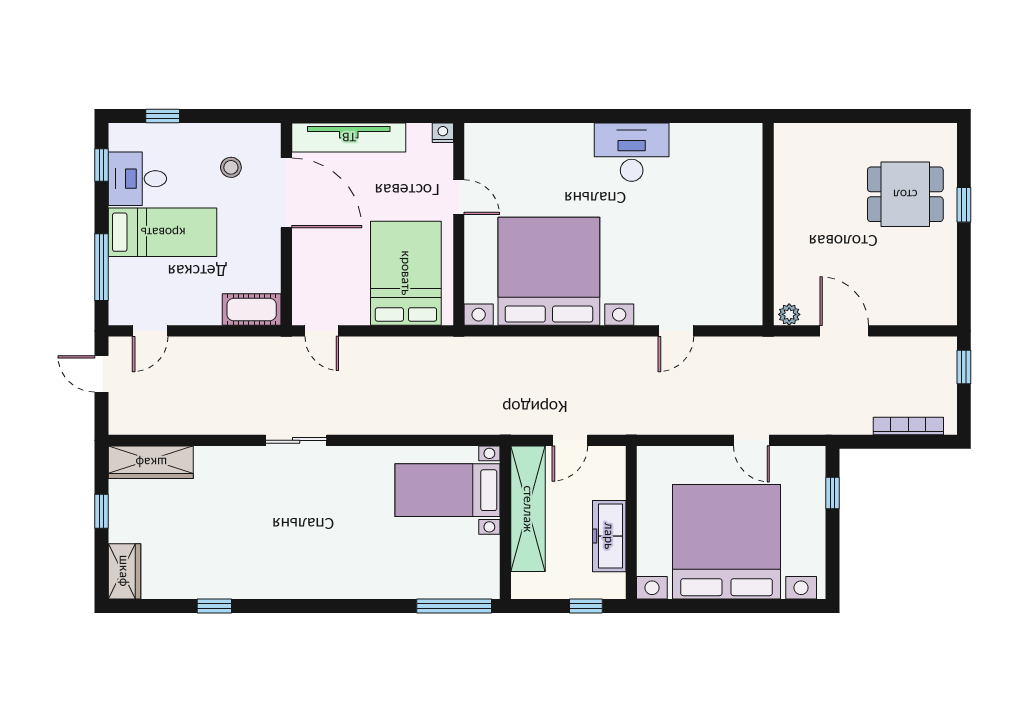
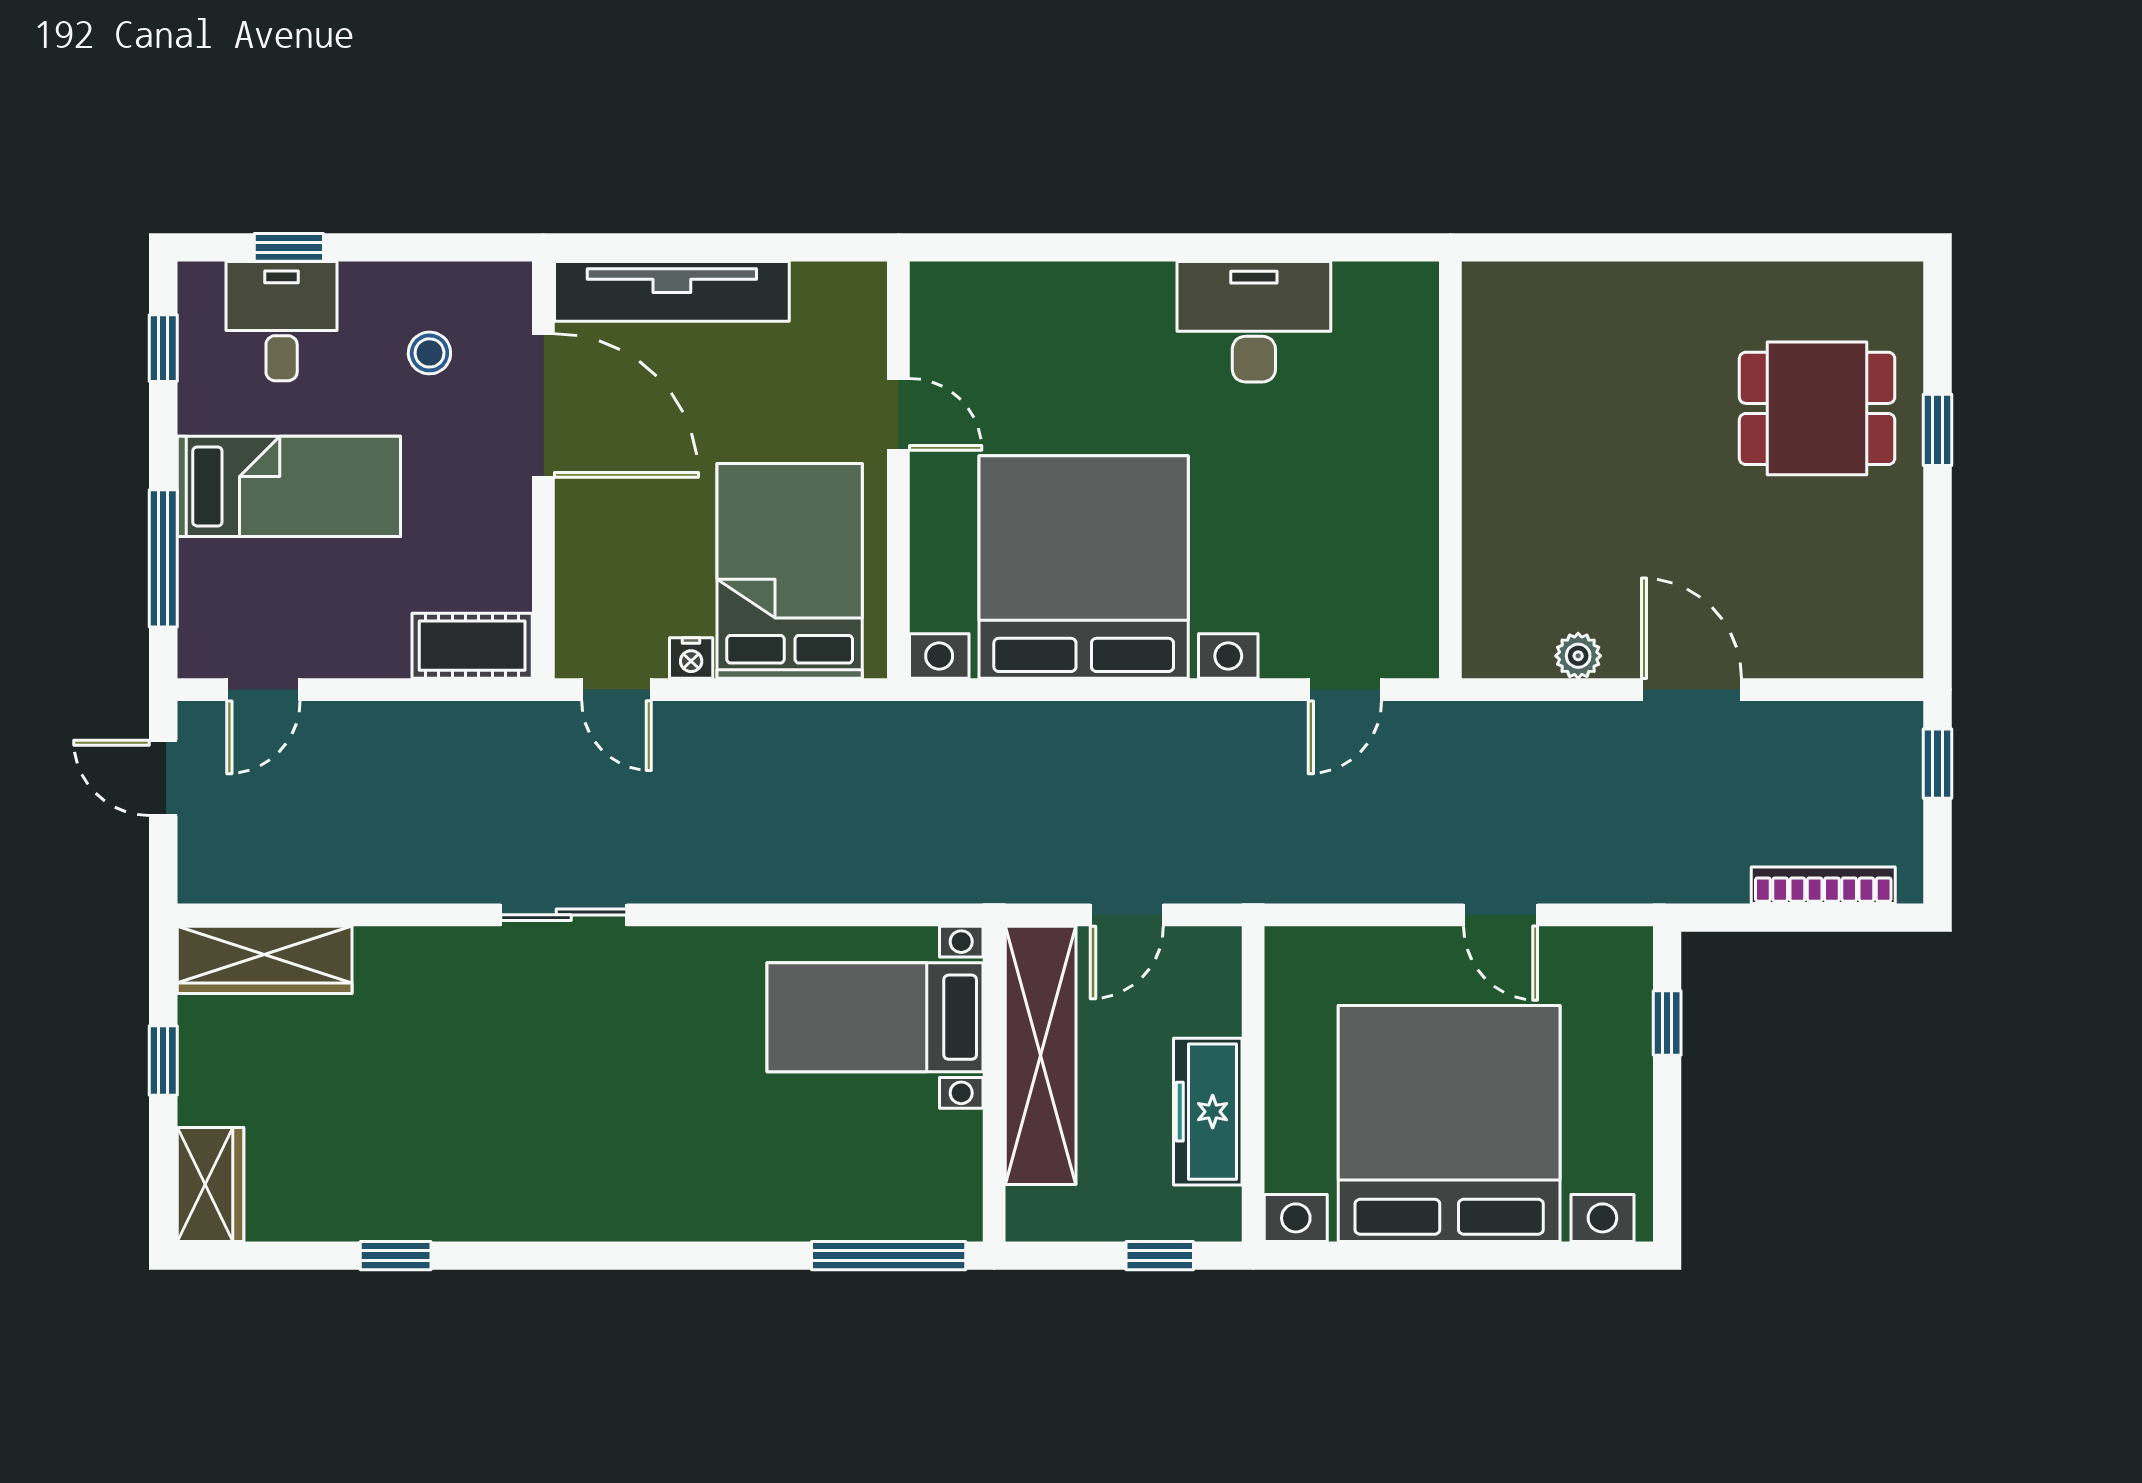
nightstand: (443, 133) -> (691, 658), moved, turned 180
desk: (137, 179) -> (282, 321), moved, turned 90
wall: (768, 224) -> (1450, 470), moved

